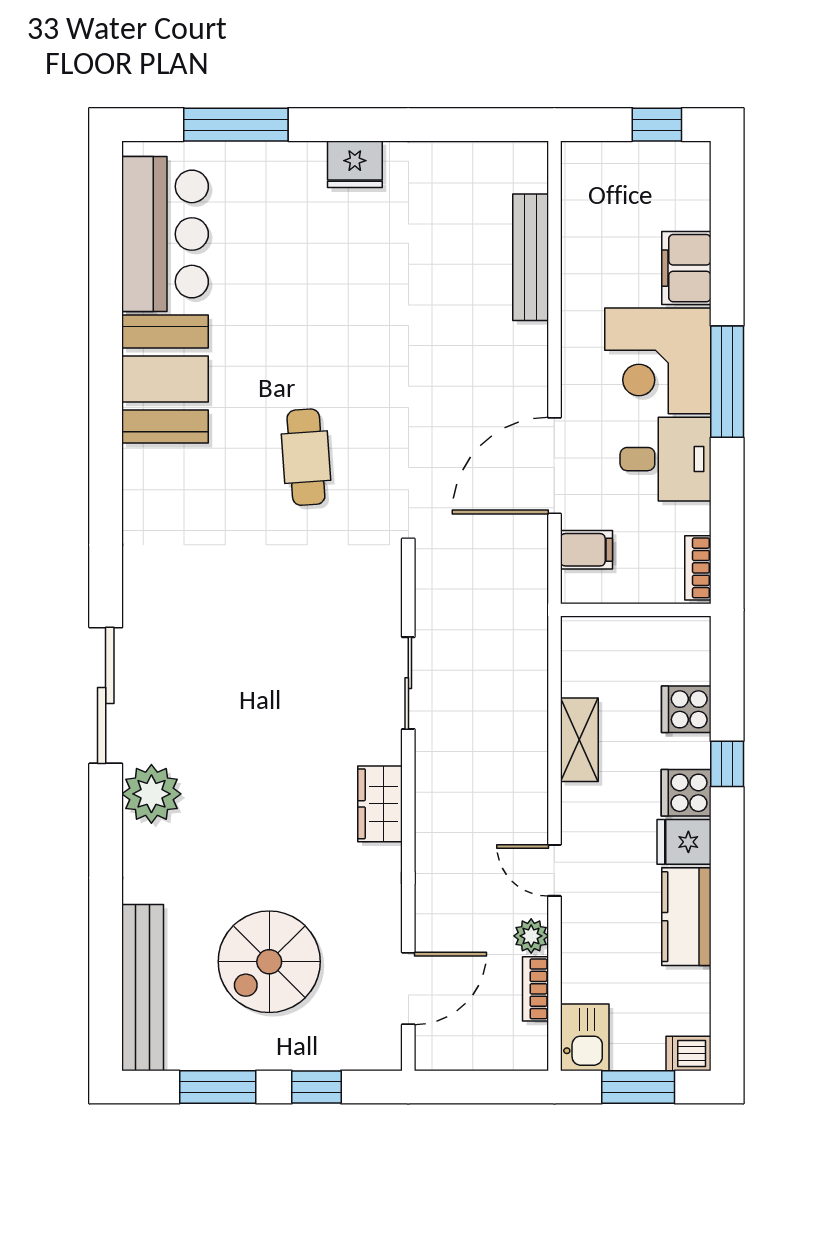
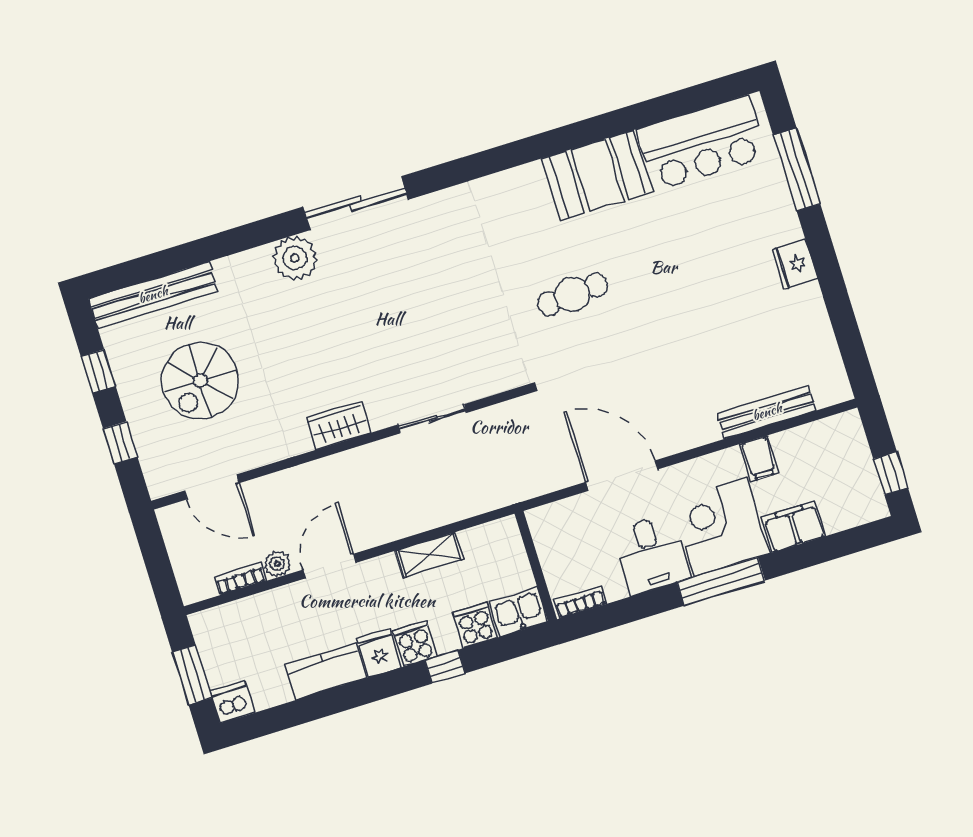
filing cabinet: (586, 550) -> (759, 458), moved
door: (554, 870) -> (330, 566), width x1.38
spiral stairs: (269, 962) -> (200, 381), turned -90
kitchen sink: (585, 1037) -> (519, 612), moved, turned 180
dishwasher: (689, 1053) -> (232, 702), width x1.38
window: (218, 1087) -> (98, 371), width x0.67

